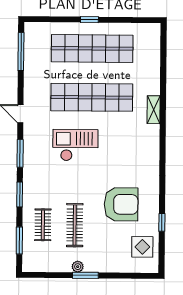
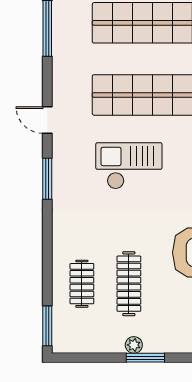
window: (20, 194) -> (47, 239), removed
window: (19, 240) -> (47, 326), moved

